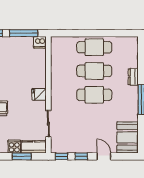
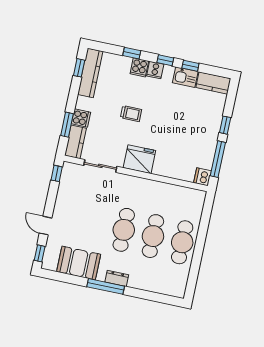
dresser: (133, 77) -> (117, 278), moved
fridge: (39, 94) -> (139, 159), width x1.88, depth x1.34
booth: (127, 137) -> (79, 263), moved
window: (81, 156) -> (40, 253), moved
door: (104, 156) -> (46, 226), swing flipped

